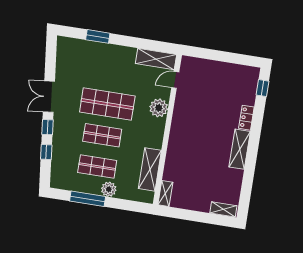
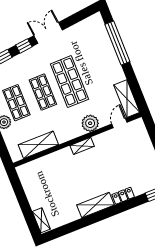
window: (98, 36) -> (117, 43), width x2.11
door: (175, 80) -> (119, 123), hinge flipped
shelving: (165, 193) -> (82, 146), moved

